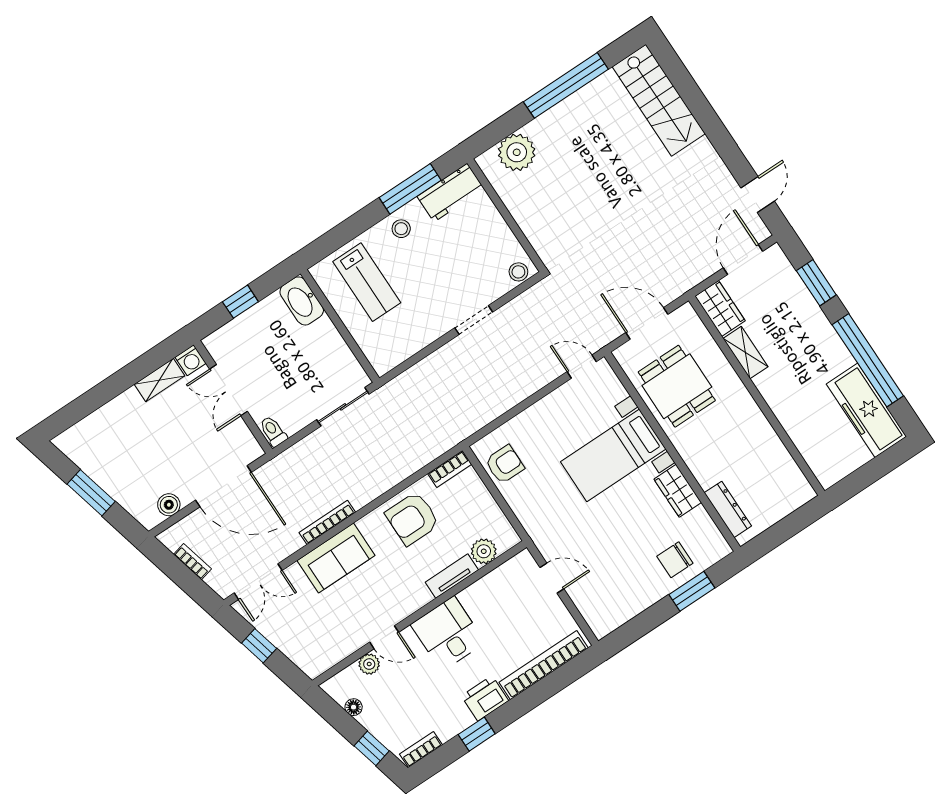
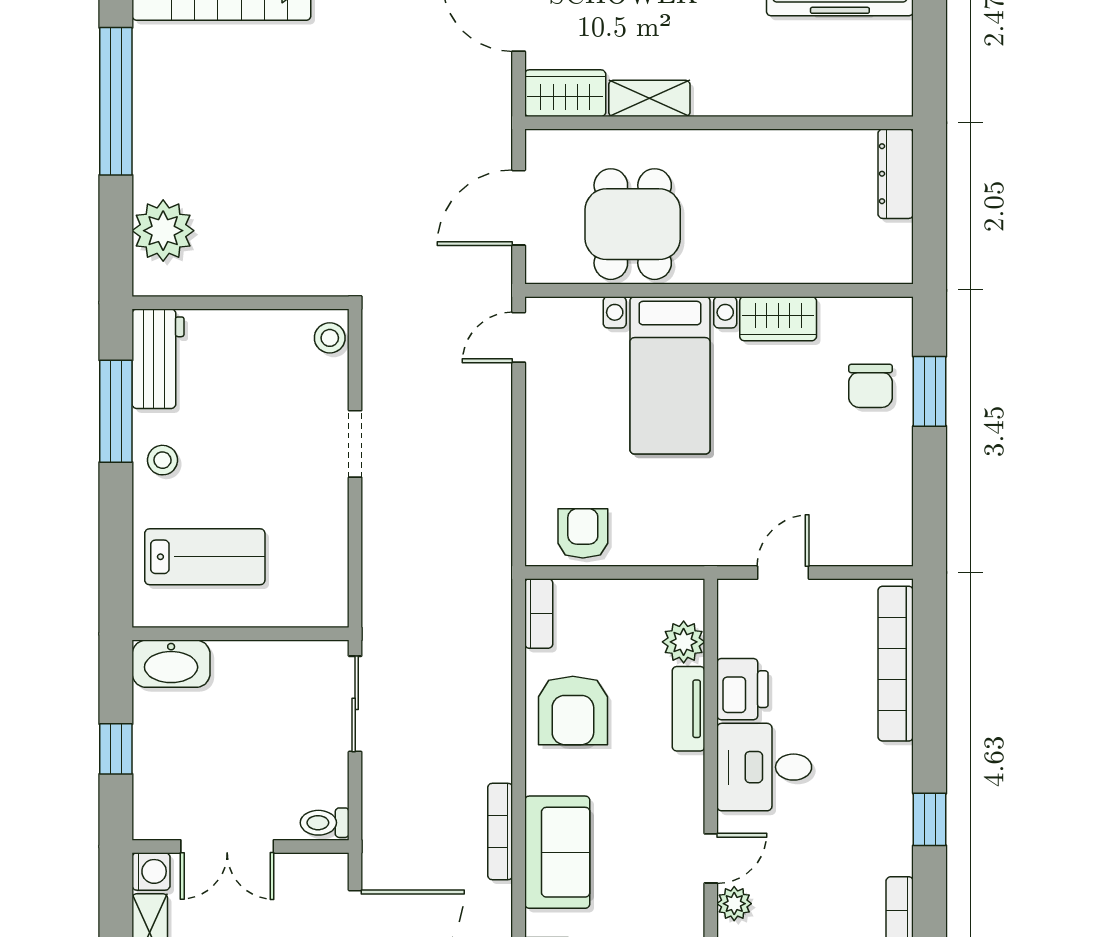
dining table: (677, 386) -> (633, 224), turned 90
dresser: (728, 509) -> (896, 174), moved, turned -90
printer: (485, 698) -> (742, 689), moved, turned 180

